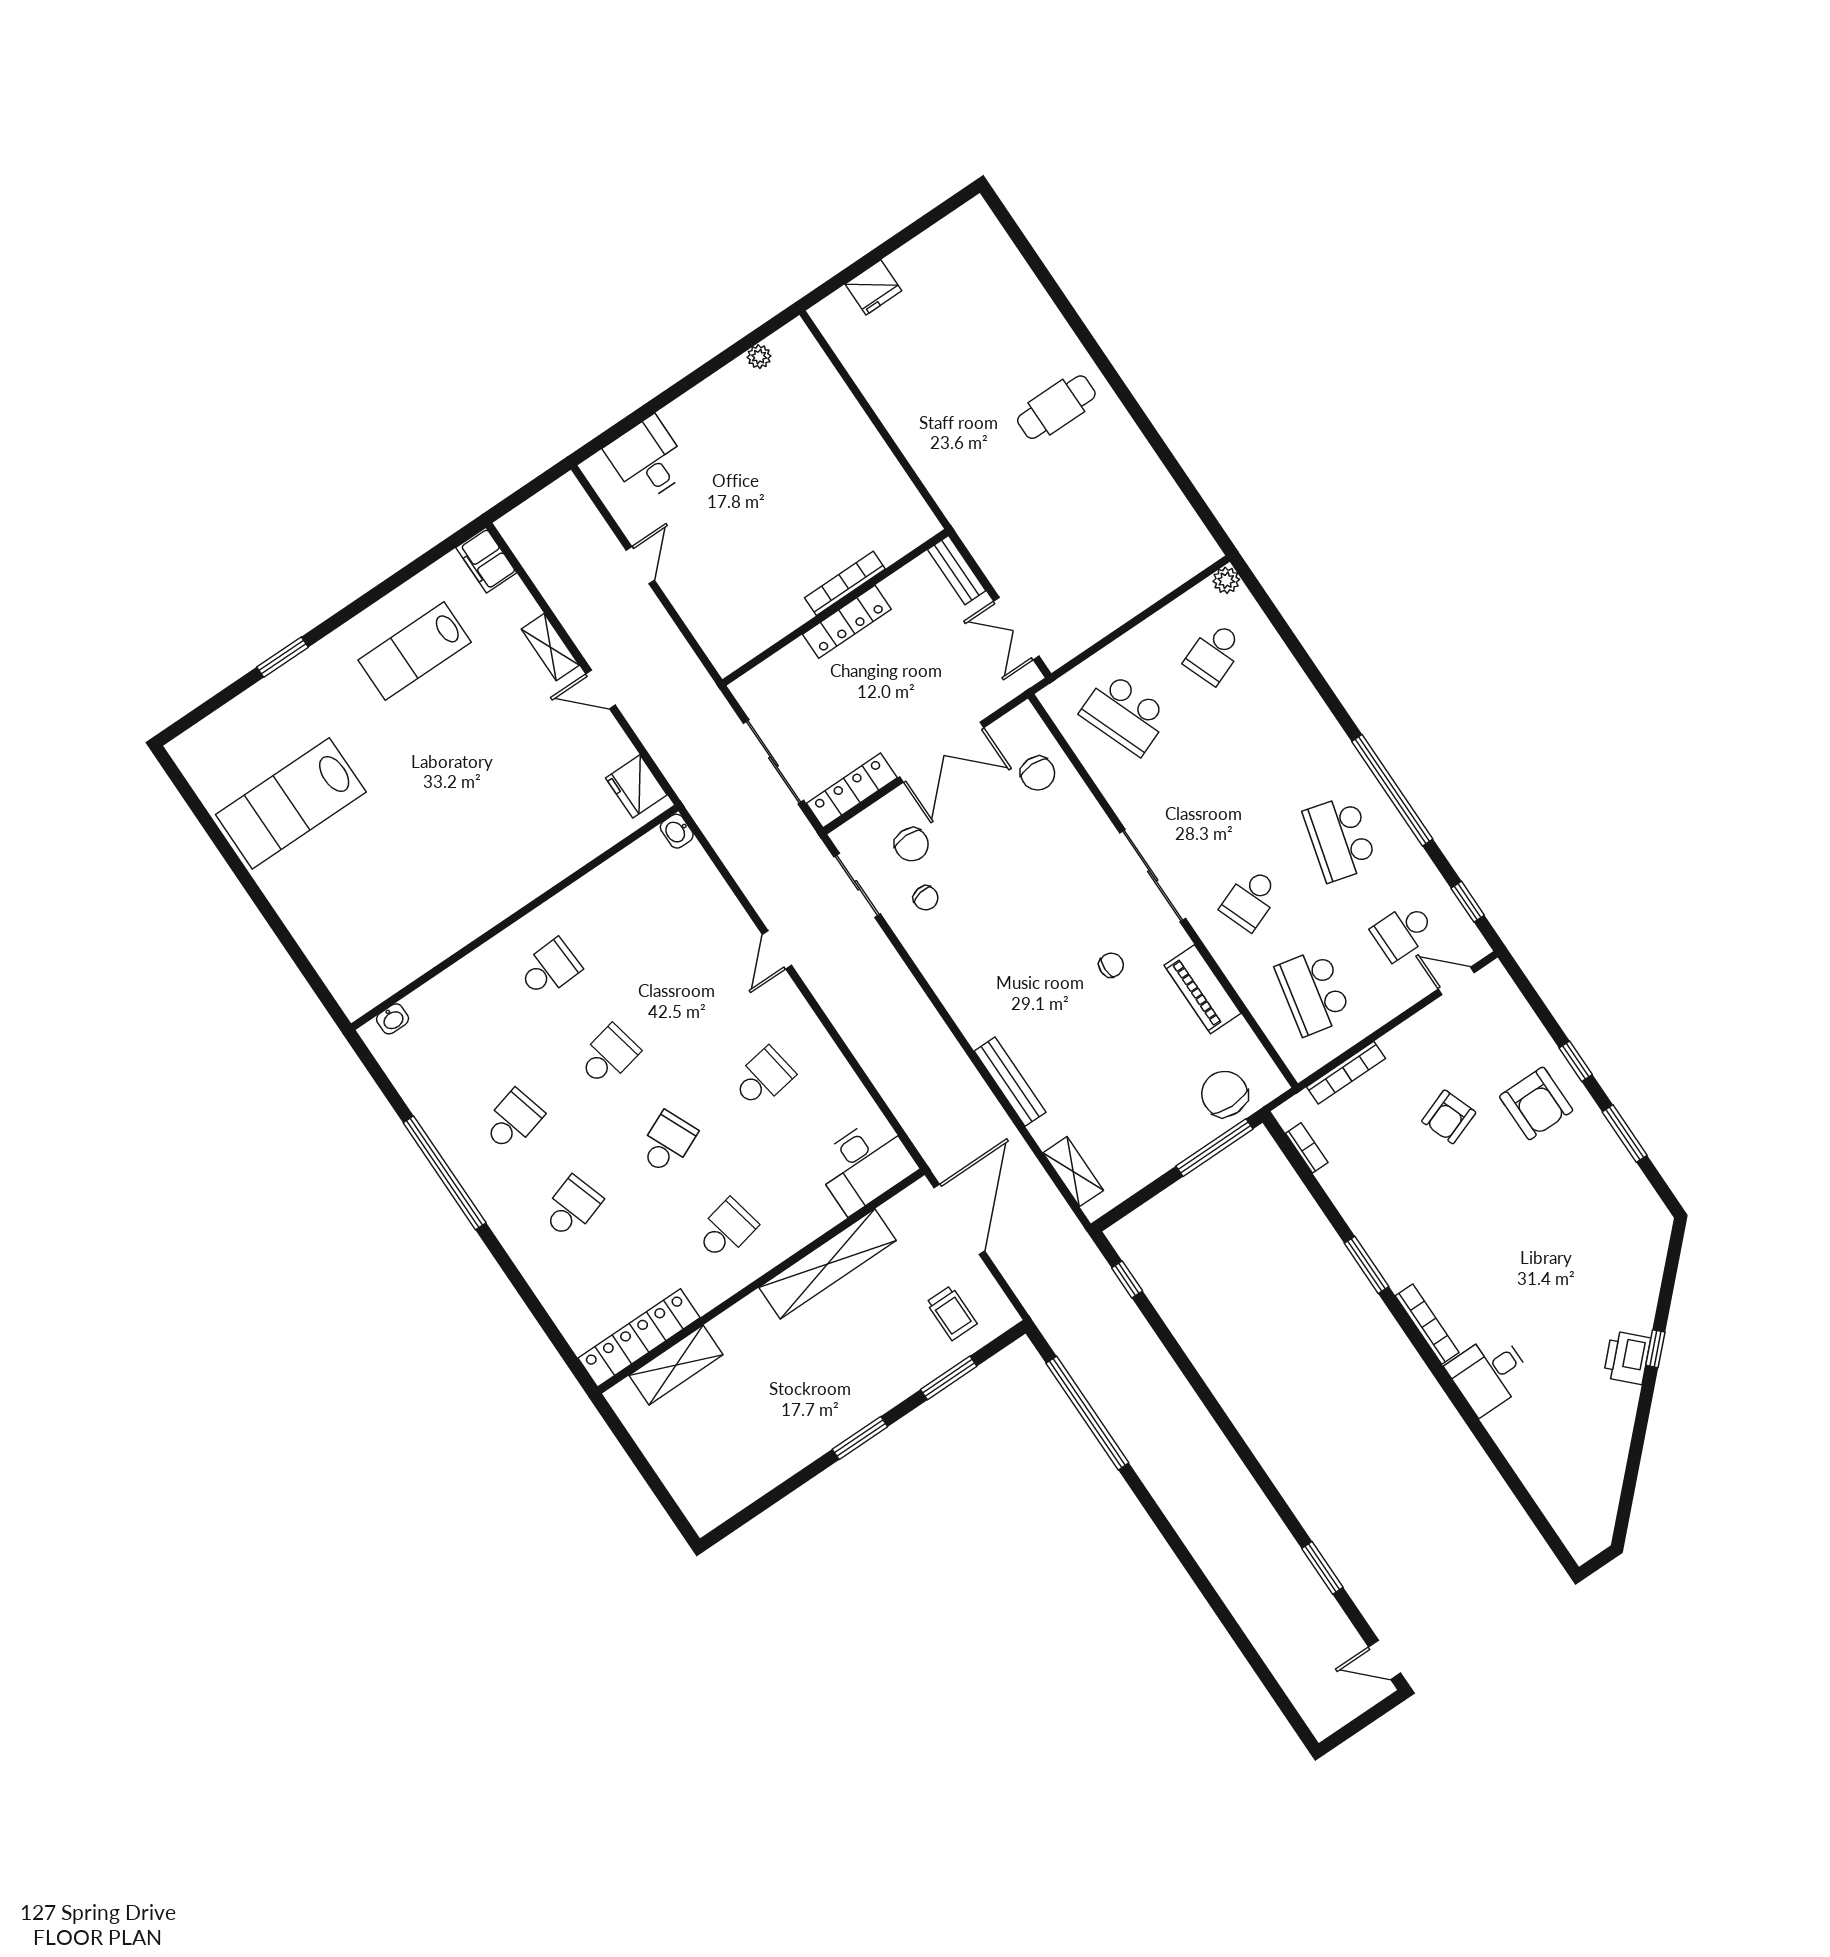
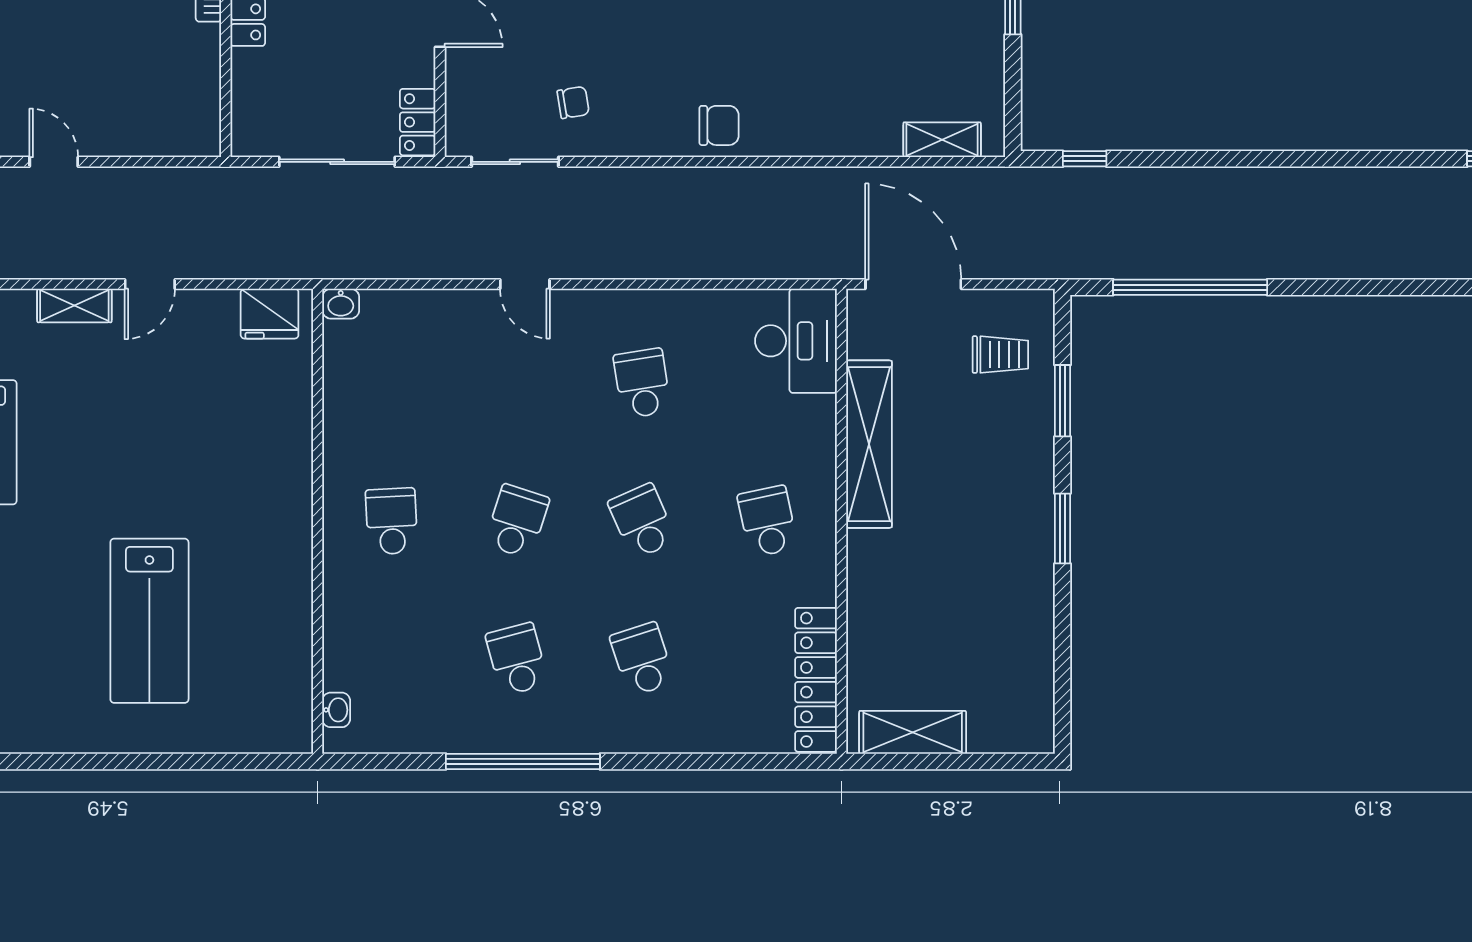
locker: (852, 790) -> (418, 122), width x0.66
lab bench: (291, 803) -> (149, 621), moved
chair: (912, 844) -> (719, 125), moved
school desk: (608, 1056) -> (517, 521), turned 30
bench: (1010, 1082) -> (811, 142), removed
shelving: (676, 1365) -> (913, 732), moved, turned 90

